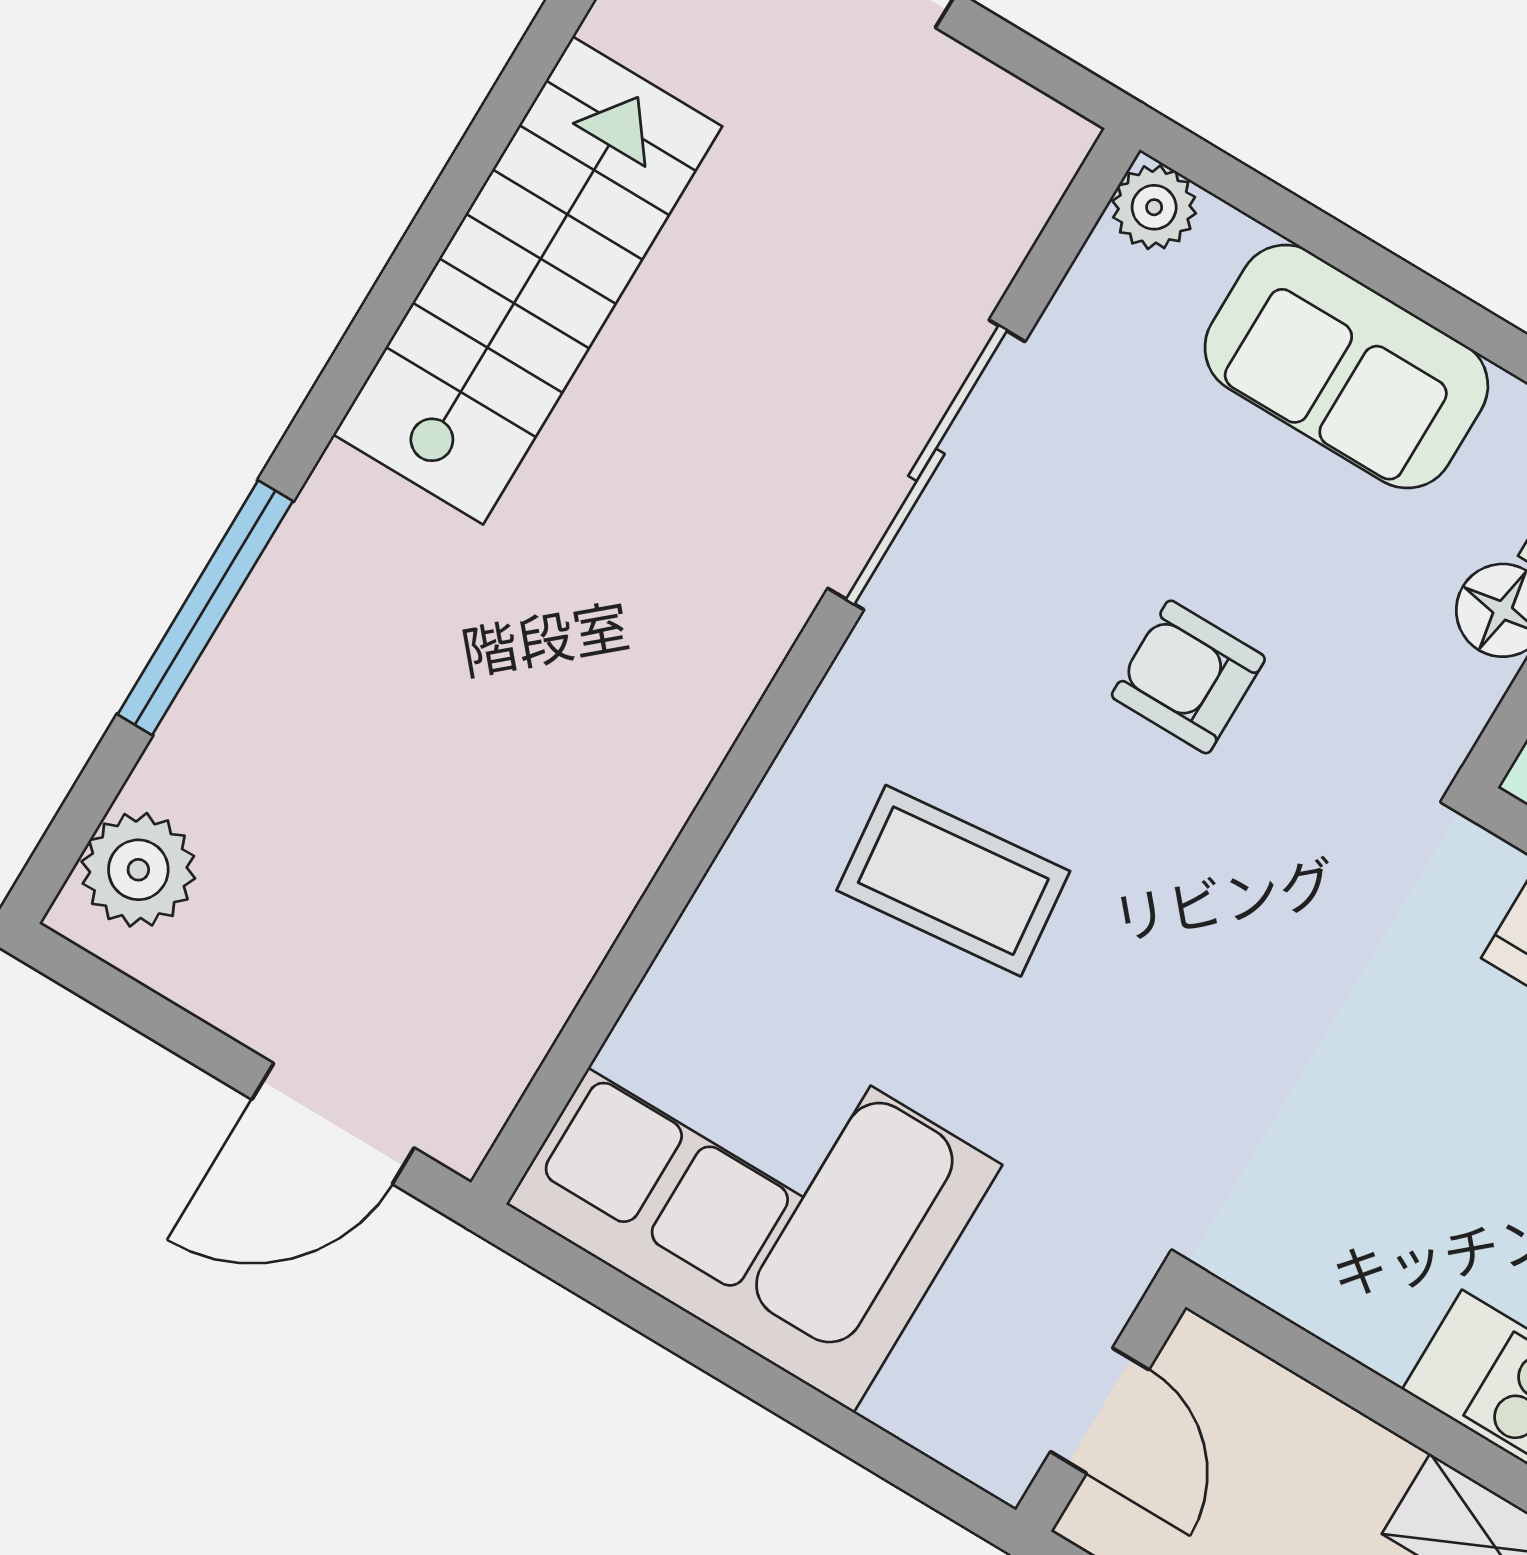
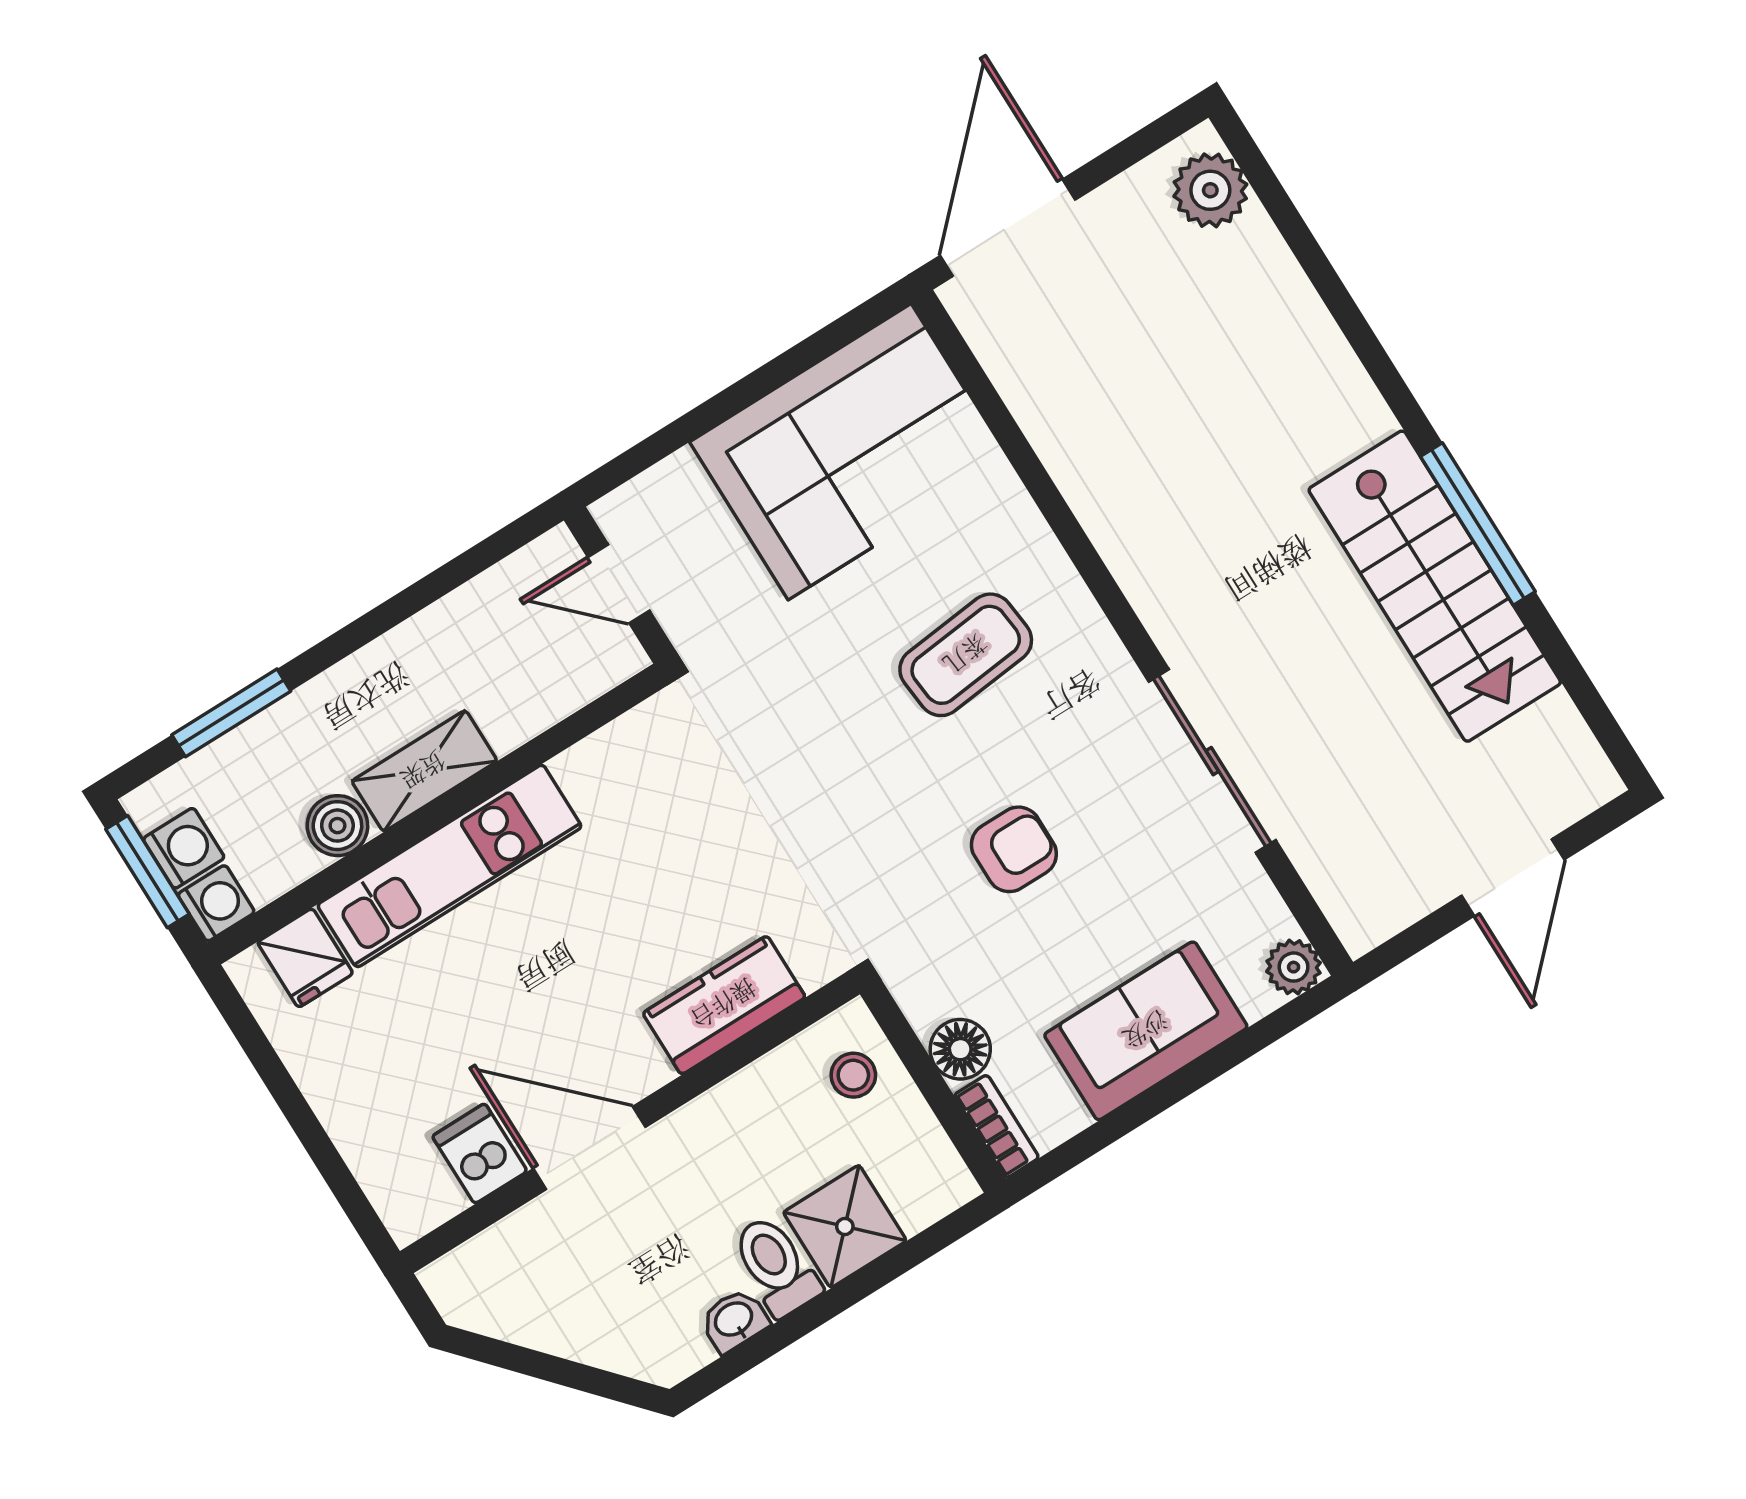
window: (205, 608) -> (1478, 524), moved
door: (333, 1124) -> (1008, 228), width x1.36

